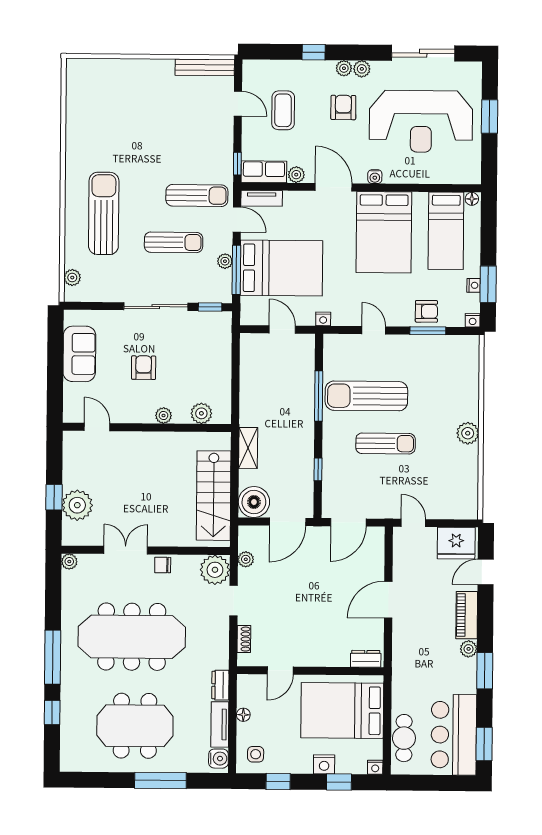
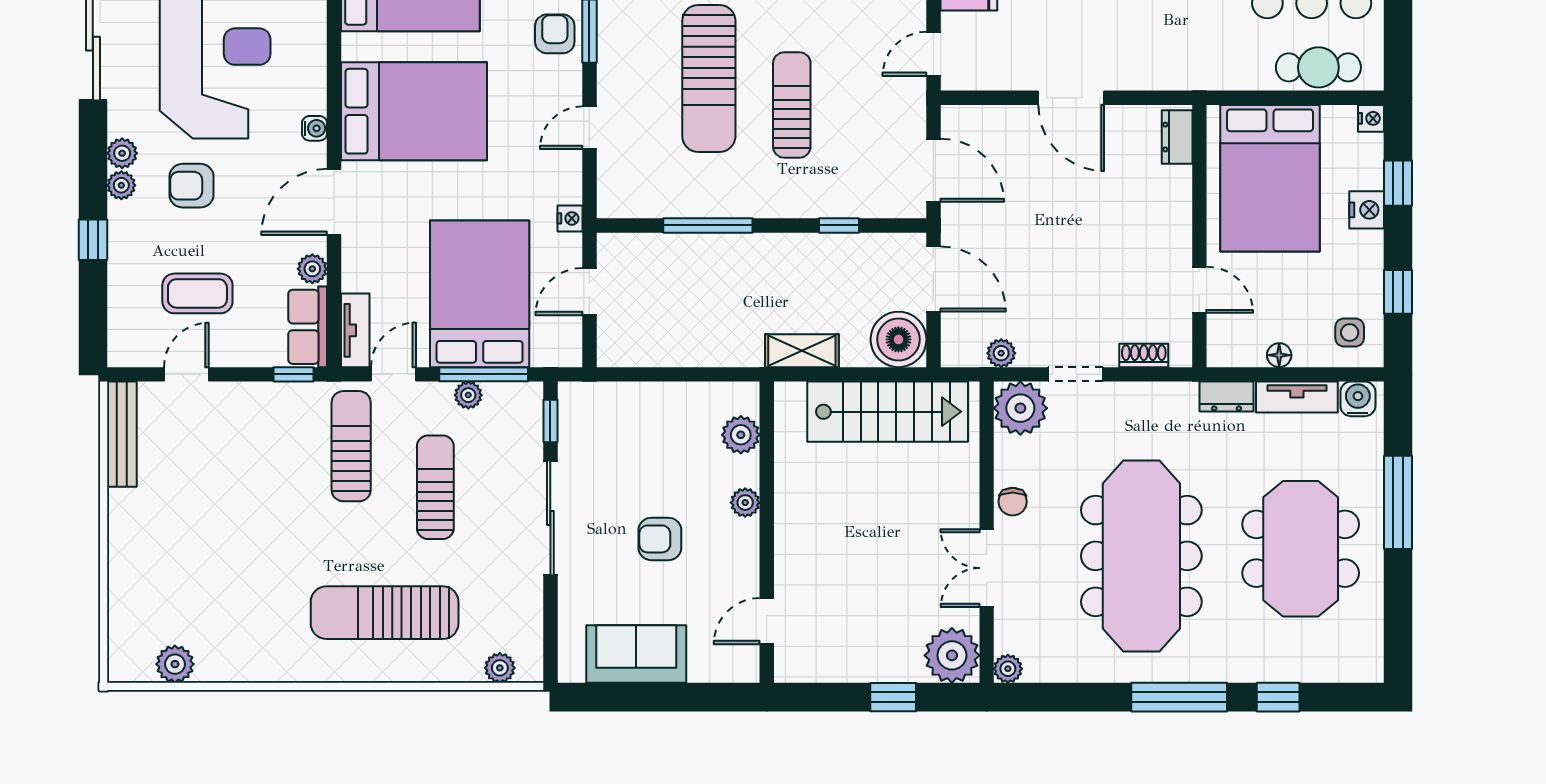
plant: (76, 96) -> (175, 664), added
sun lounger: (366, 396) -> (709, 78), moved
plant: (77, 505) -> (952, 655), moved

